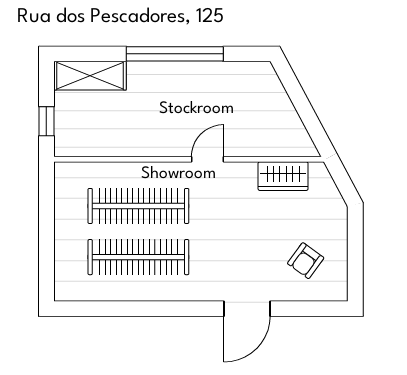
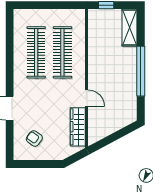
door: (208, 159) -> (86, 98), moved
wardrobe: (283, 176) -> (78, 127), width x1.50

